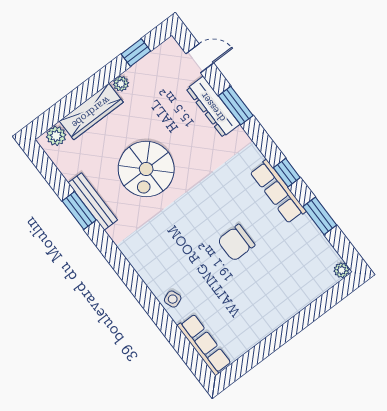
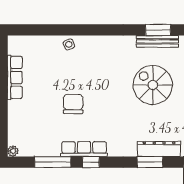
window: (320, 216) -> (53, 162), width x1.44
row of seats: (204, 345) -> (15, 77), moved, turned -90

